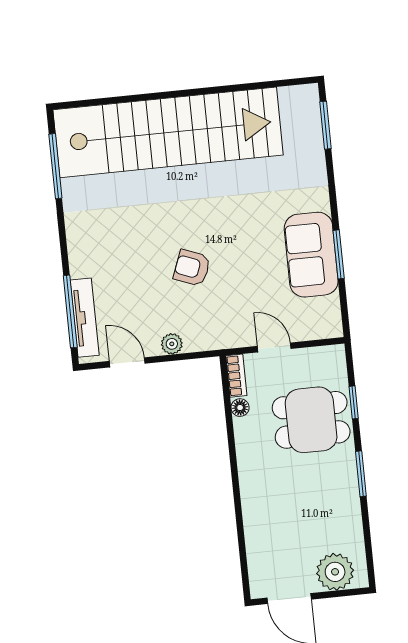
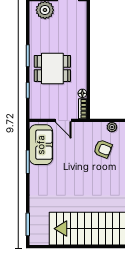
sofa: (311, 255) -> (41, 145), moved
armchair: (192, 268) -> (103, 149), moved
dining table: (311, 420) -> (52, 68), moved

